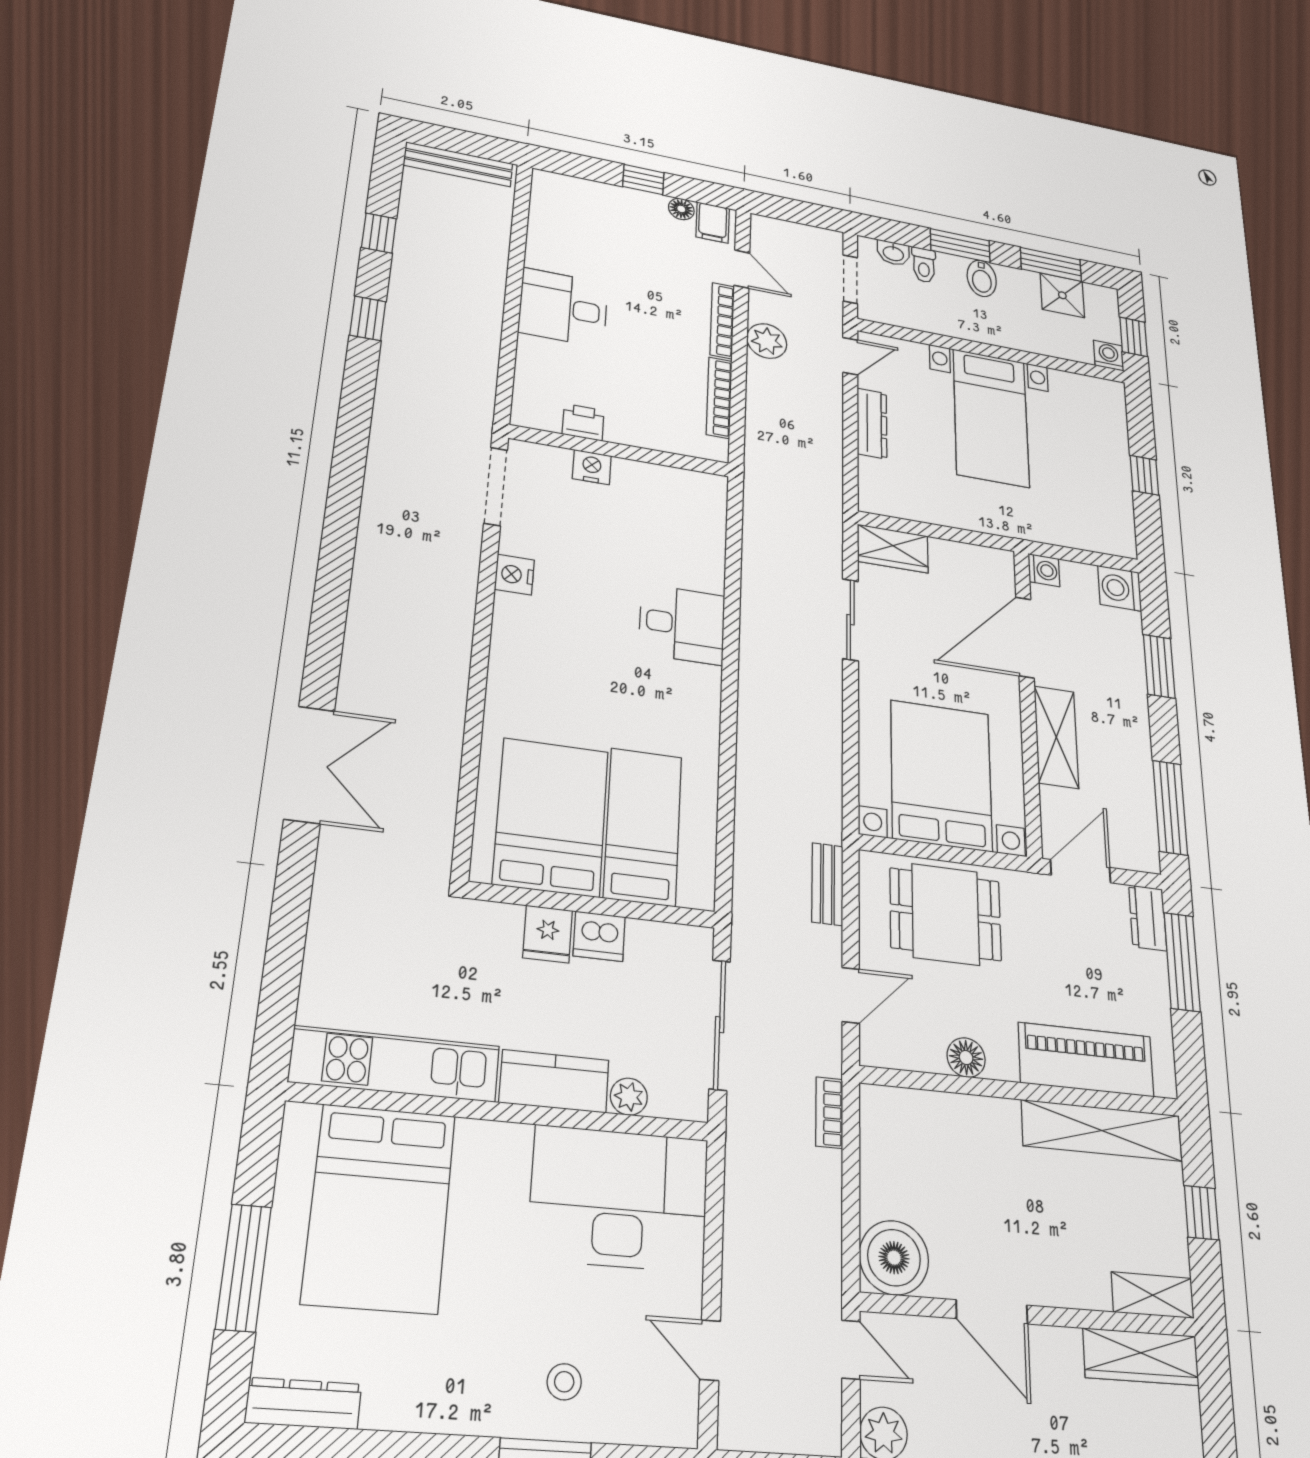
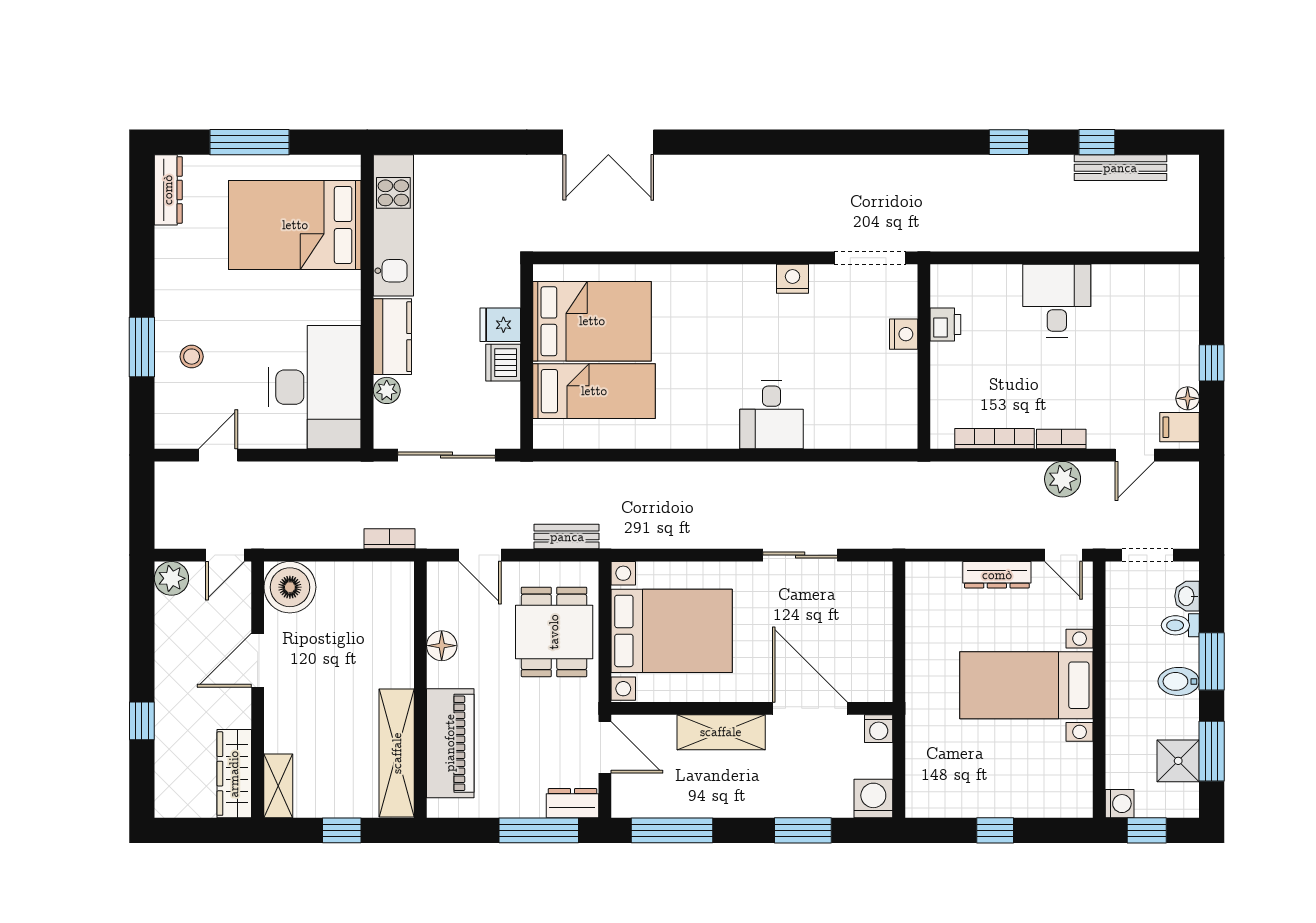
bench: (458, 164) -> (1120, 168), moved, turned 90
bookcase: (722, 321) -> (1061, 439), width x0.64
wardrobe: (893, 549) -> (875, 592), removed

